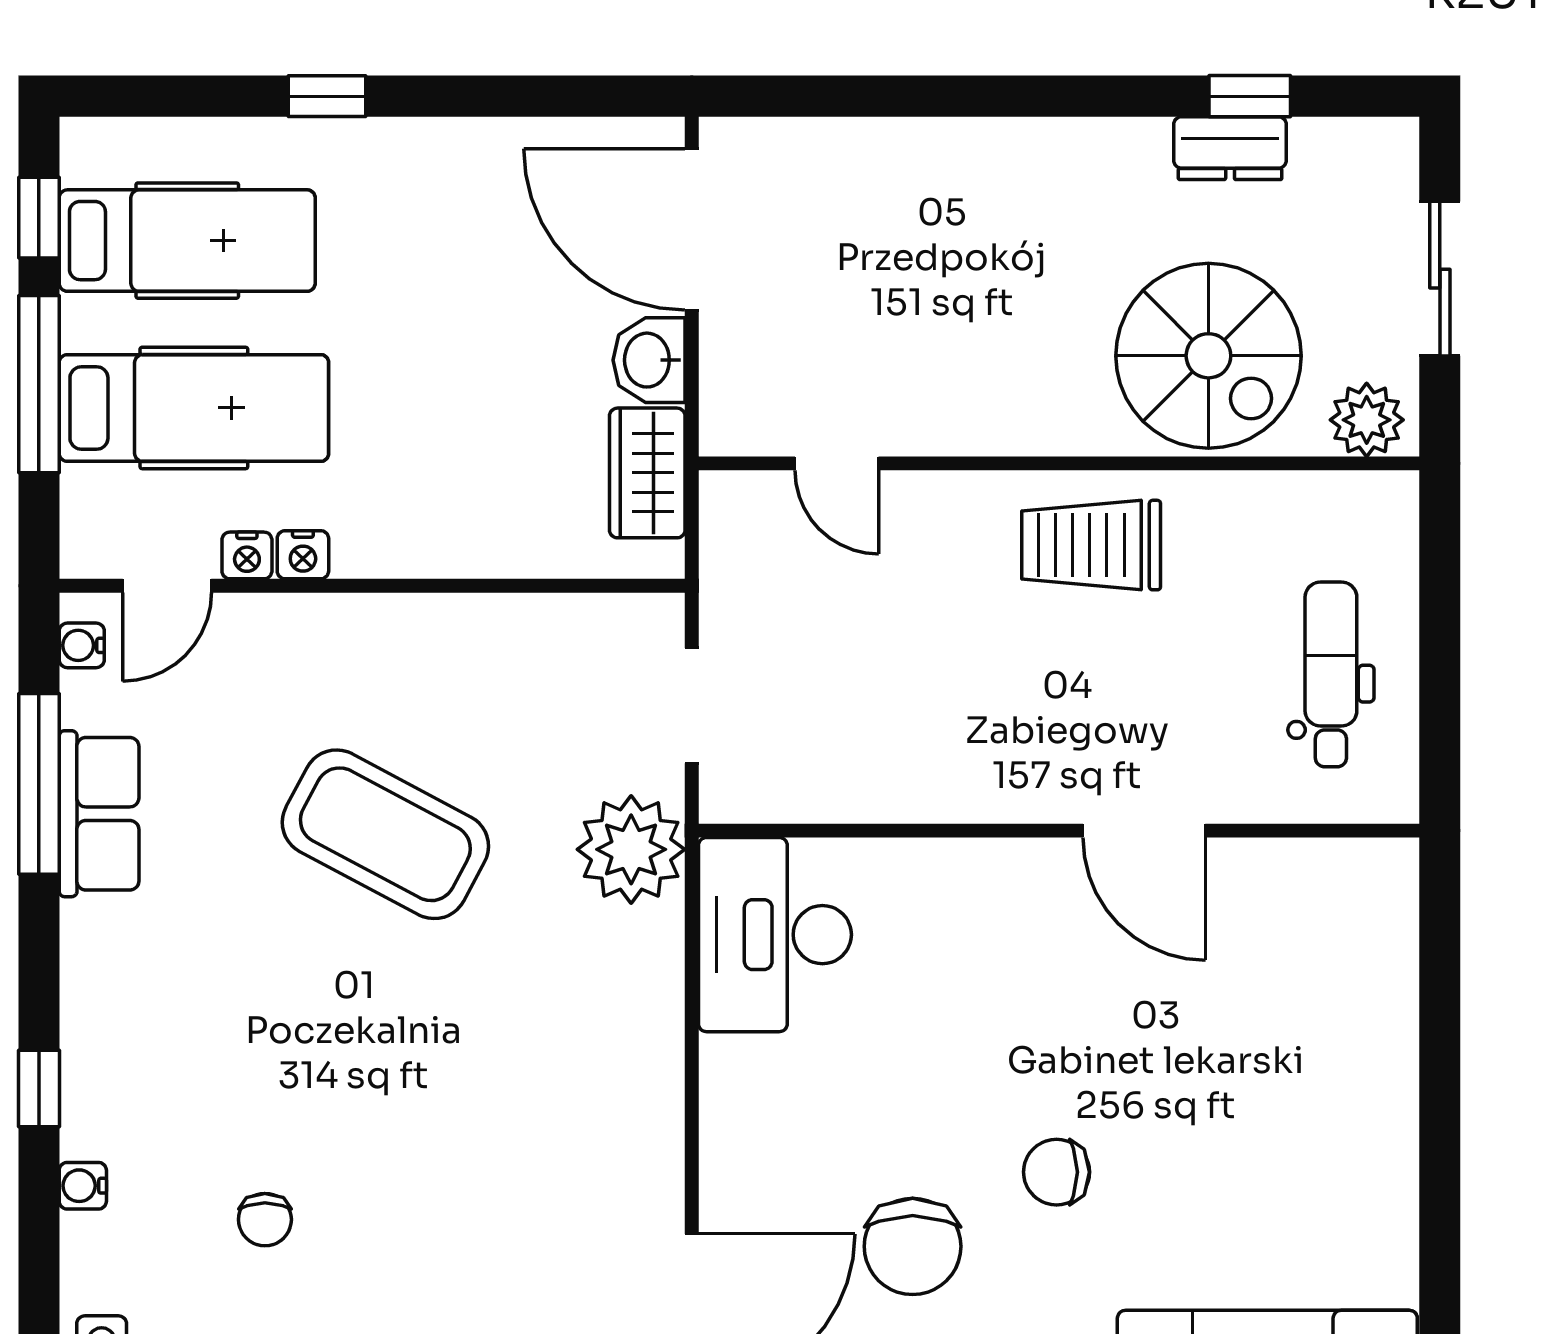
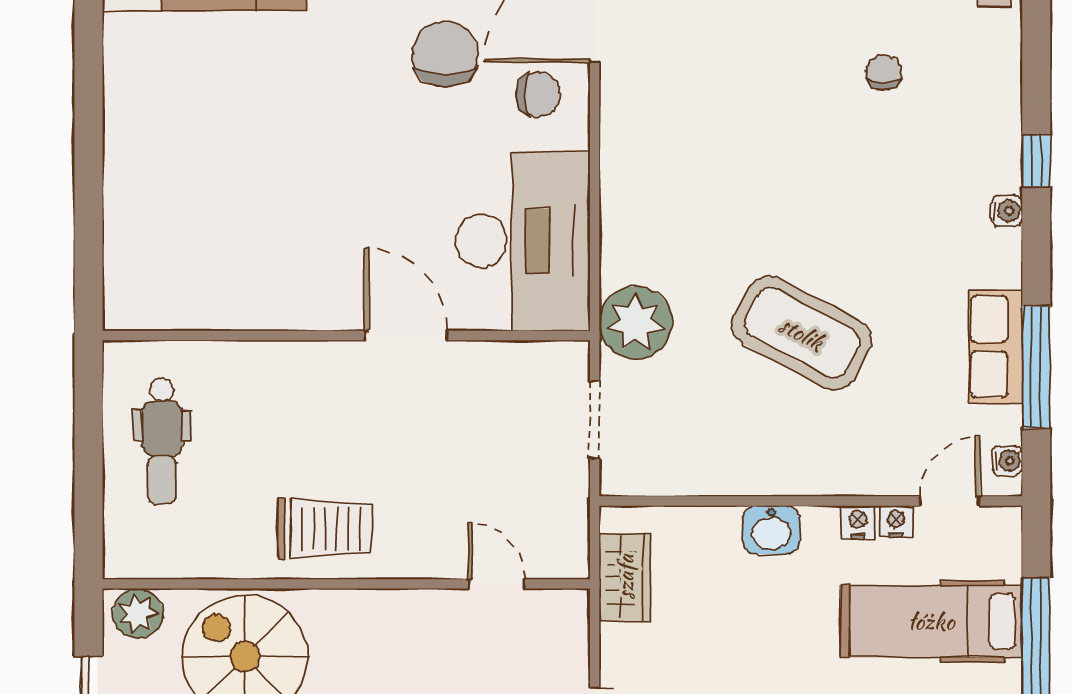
washbasin: (649, 360) -> (771, 530), moved, turned 90
door: (1144, 831) -> (406, 335), moved
desk: (775, 935) -> (523, 241), width x1.36, depth x1.30
chair: (1057, 1172) -> (538, 94), moved
water cooler: (83, 1186) -> (1007, 211), moved

